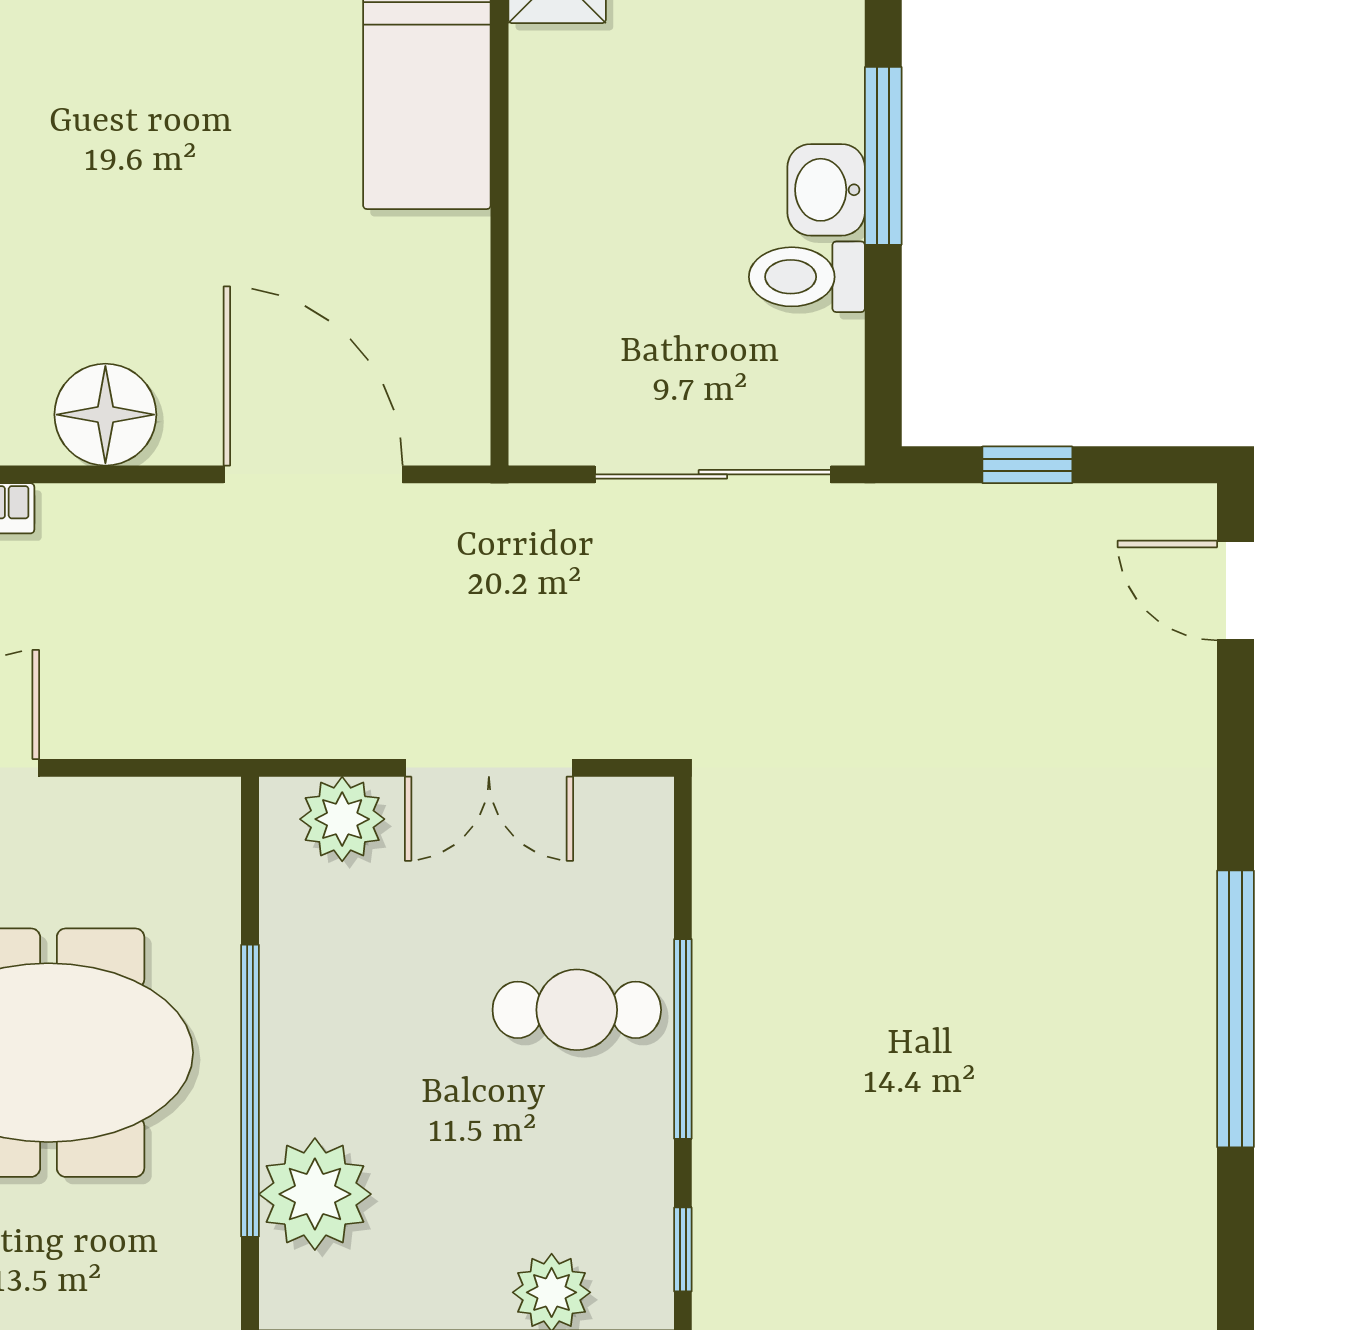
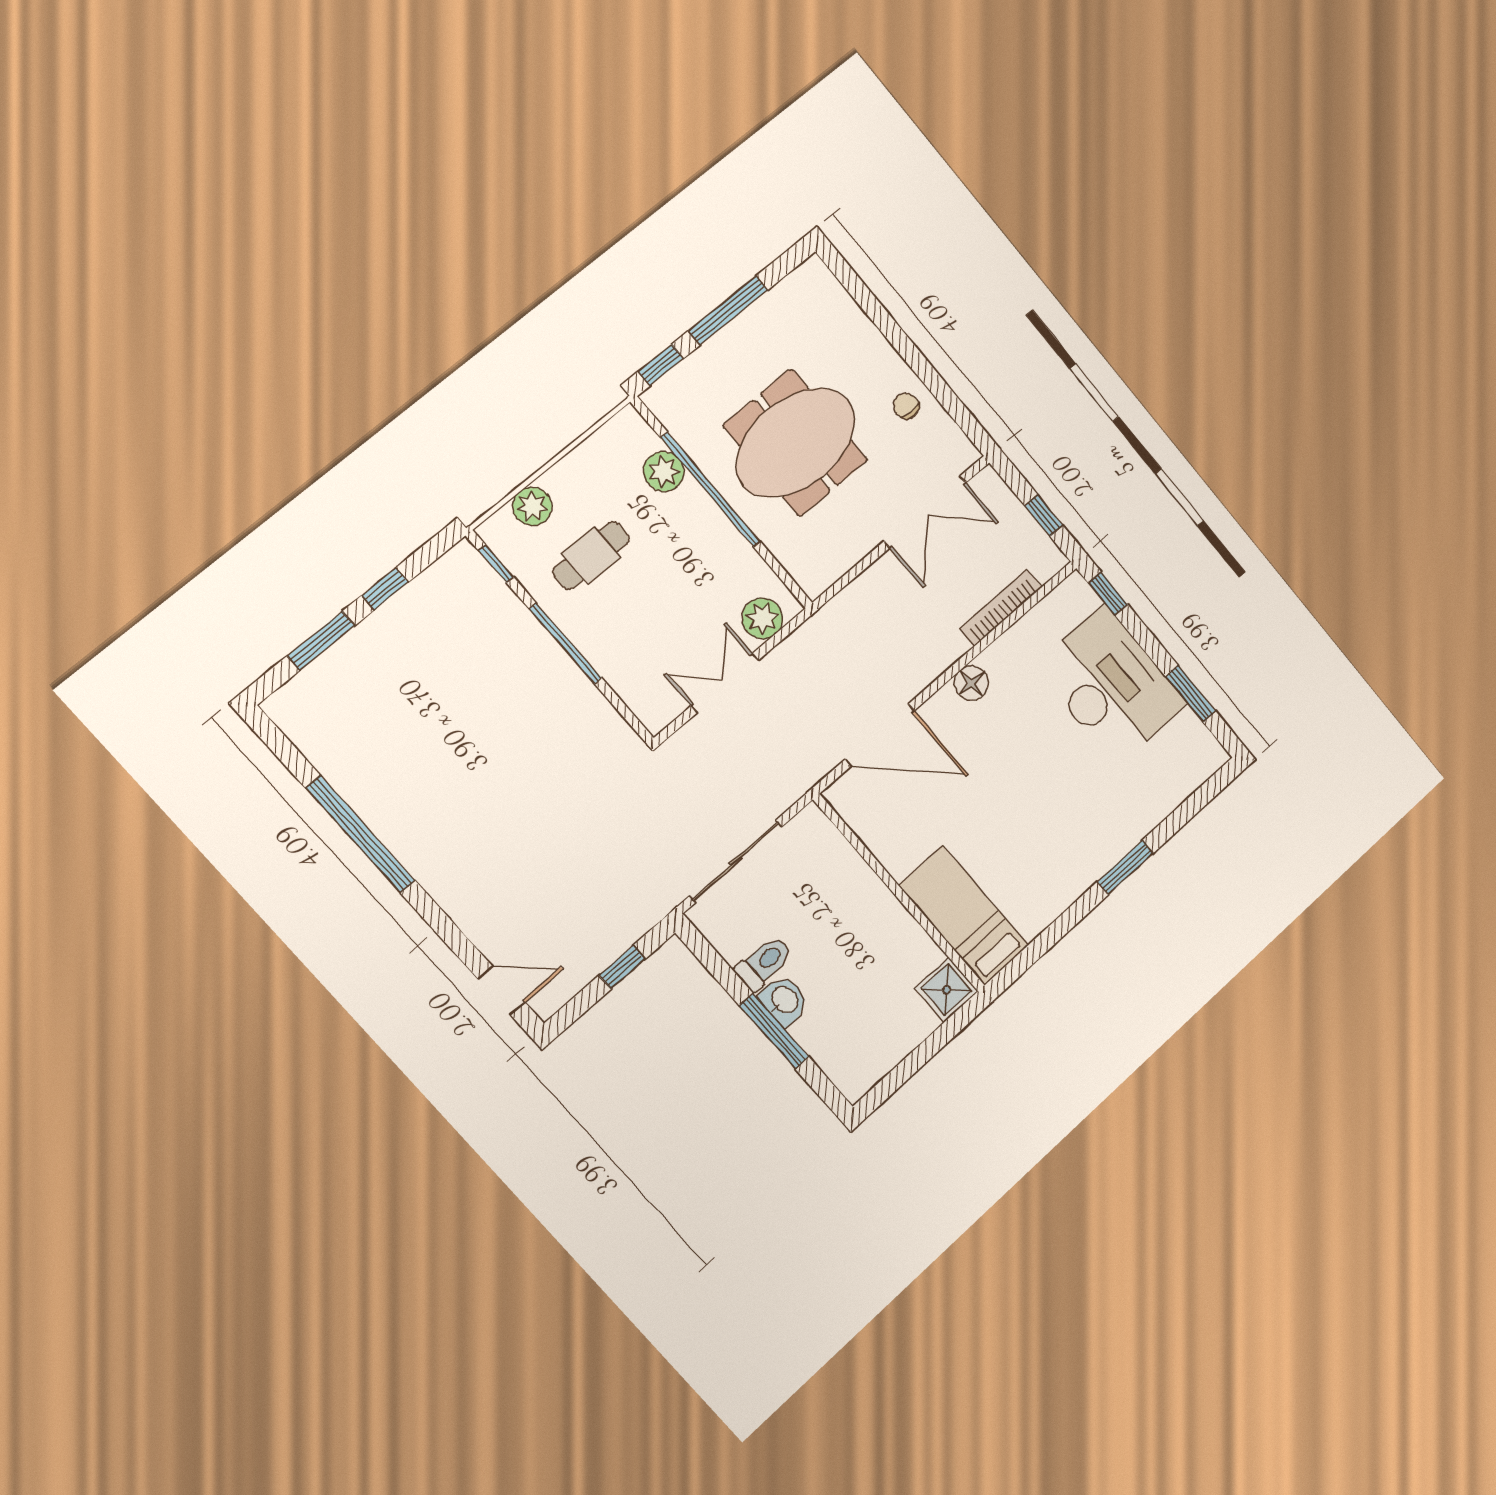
floor lamp: (105, 415) -> (971, 683), width x0.73, depth x0.73
cafe table: (577, 1010) -> (591, 555), moved
plant: (315, 1194) -> (664, 472), width x0.73, depth x0.73

